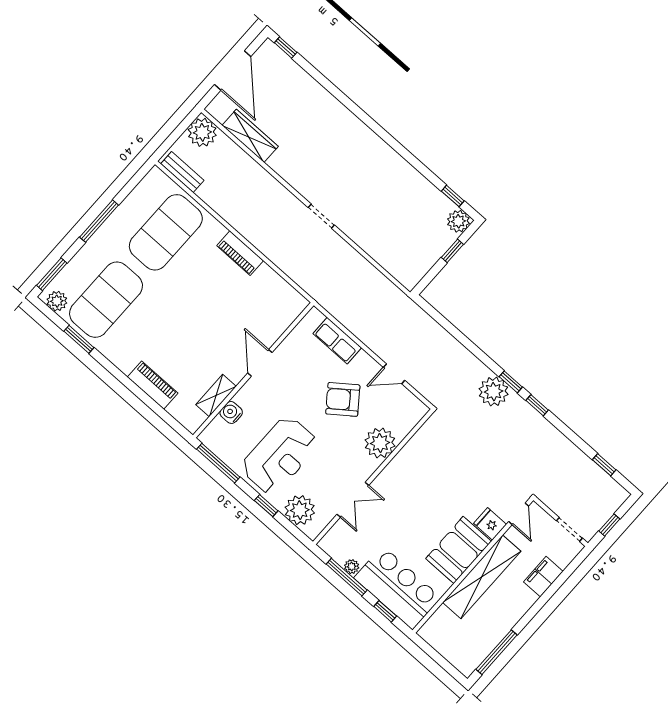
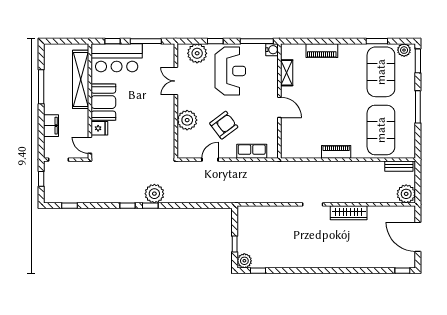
wardrobe: (250, 136) -> (349, 213), moved
water cooler: (231, 412) -> (272, 50), moved
reception desk: (279, 455) -> (230, 71), turned 180
plant: (352, 567) -> (148, 48), removed
shelving: (482, 577) -> (81, 79), moved
window: (497, 652) -> (41, 87), moved

